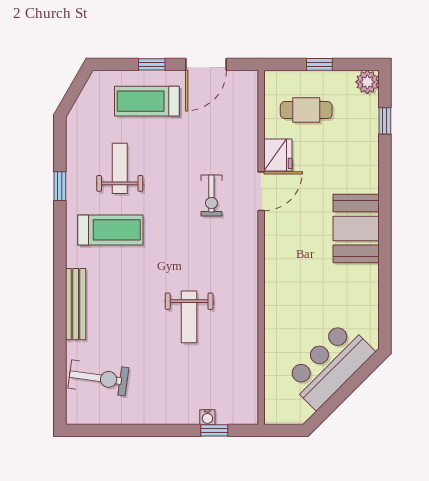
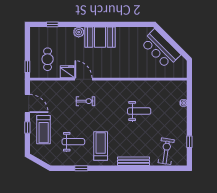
window: (319, 64) -> (27, 67), moved
plant: (367, 82) -> (79, 32), moved
weight bench: (120, 168) -> (73, 142), turned 180
window: (214, 430) -> (189, 142), moved

